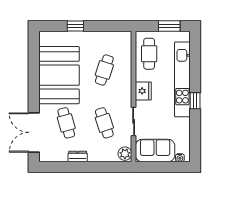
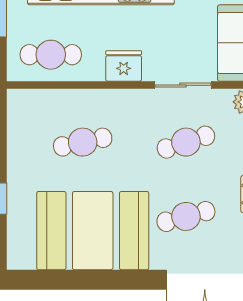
cafe table: (104, 70) -> (83, 142), turned -30

